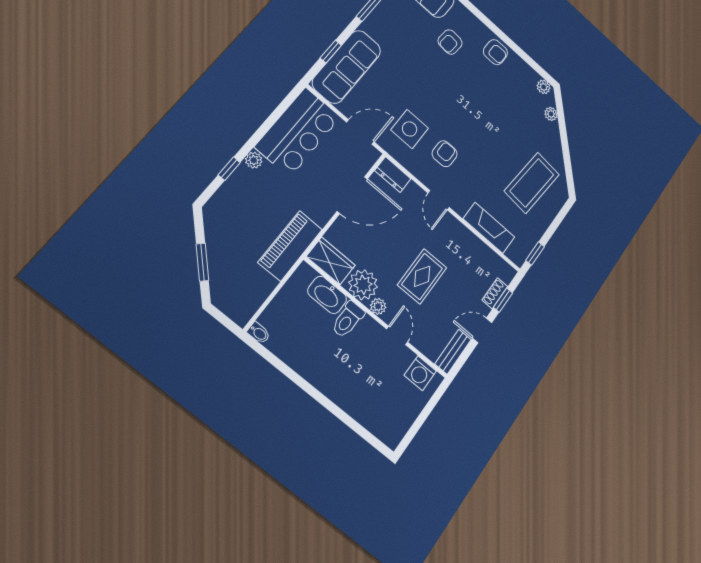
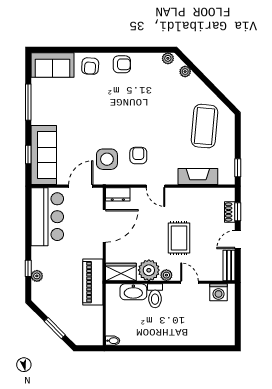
armchair: (450, 42) -> (90, 66), moved
plant: (254, 160) -> (37, 276), moved

